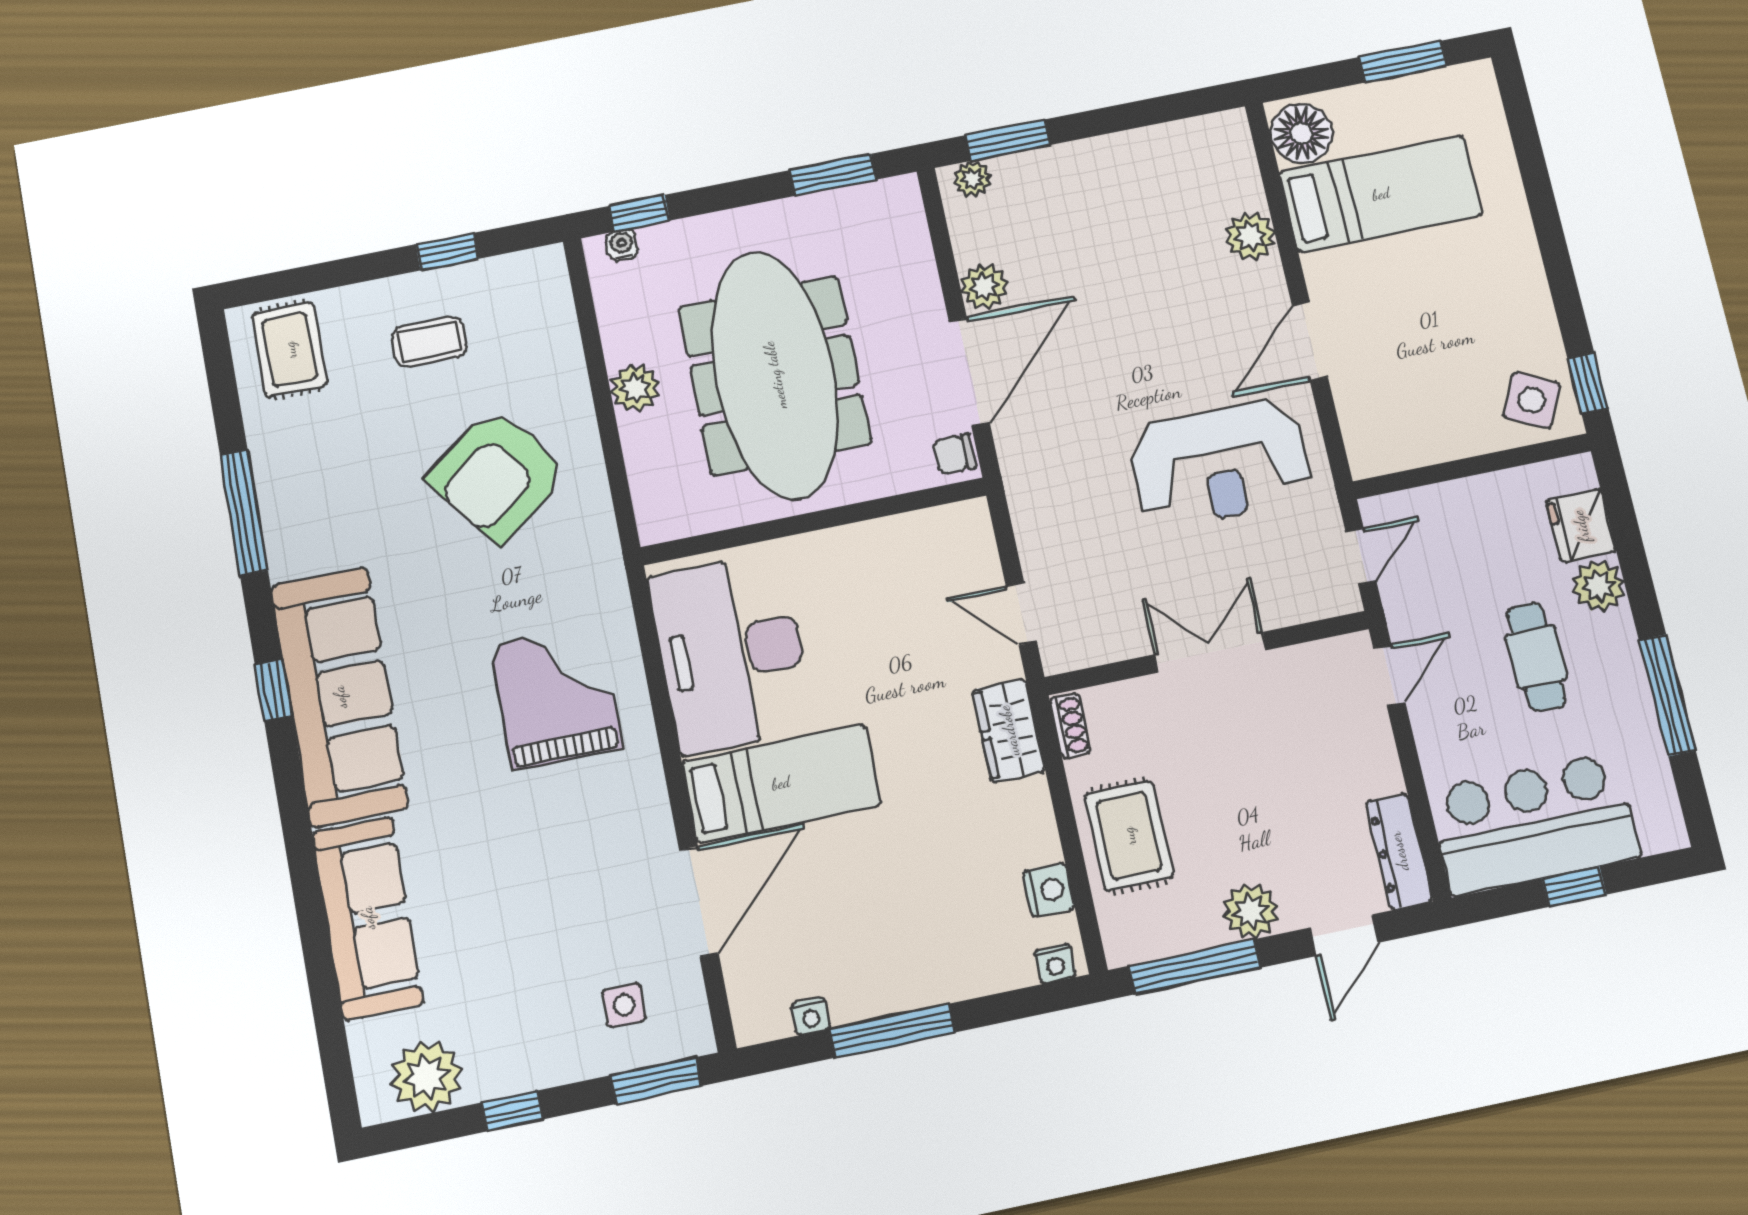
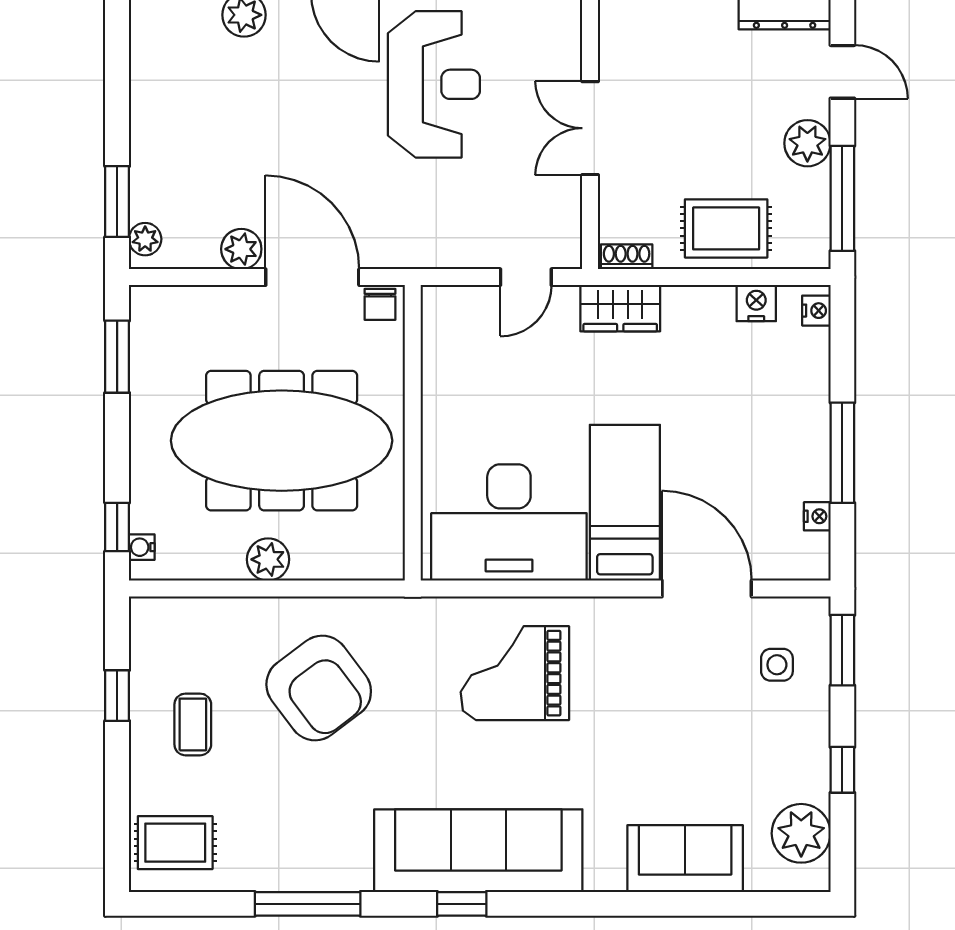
sofa: (368, 918) -> (685, 859), width x0.73

